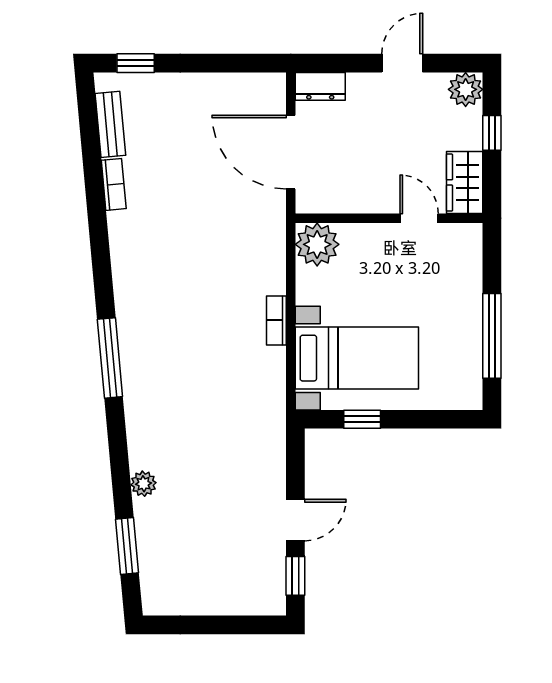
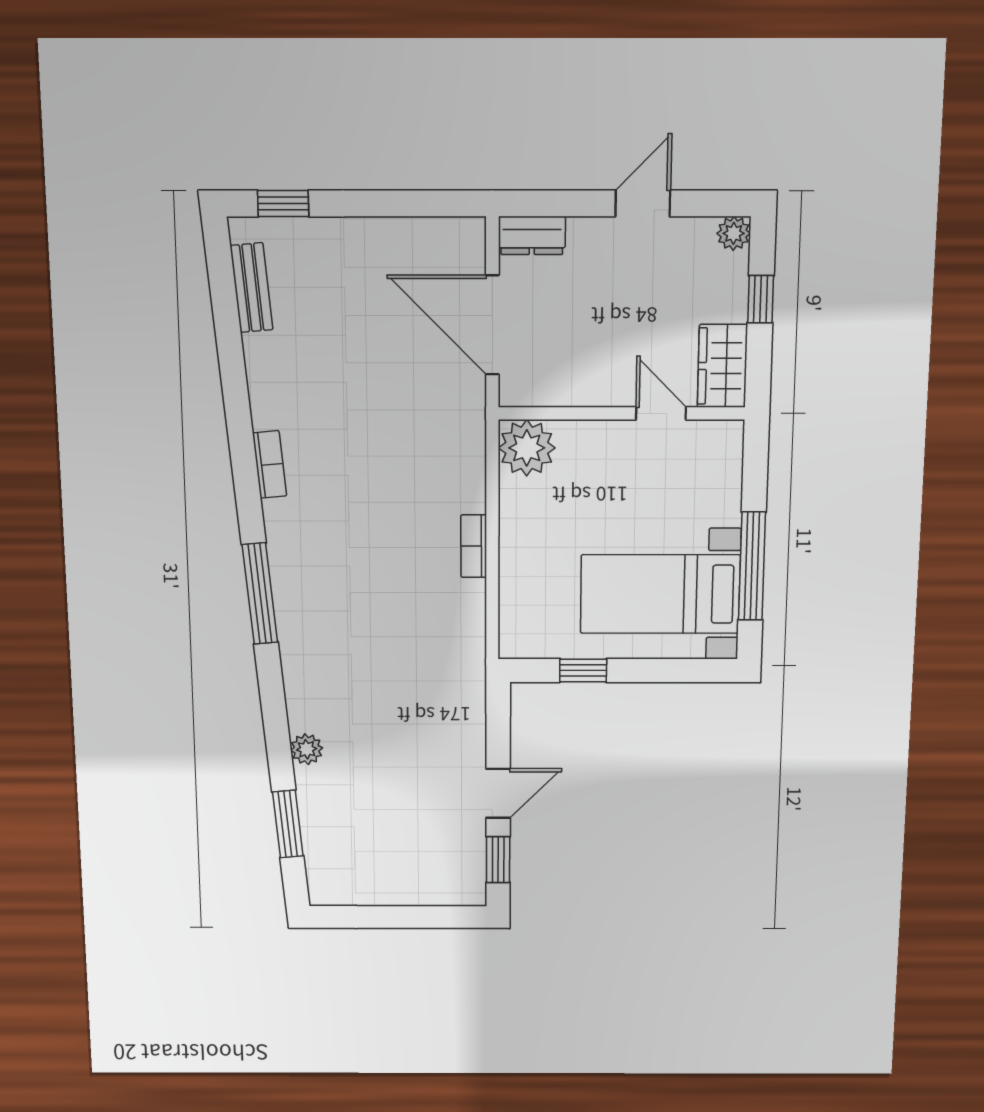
plant: (466, 89) -> (734, 233), width x0.73, depth x0.73
bookcase: (114, 184) -> (270, 464), moved
bed with nightstands: (357, 358) -> (660, 594), moved, turned 180

